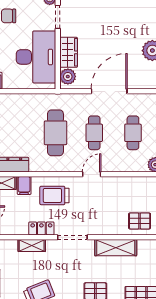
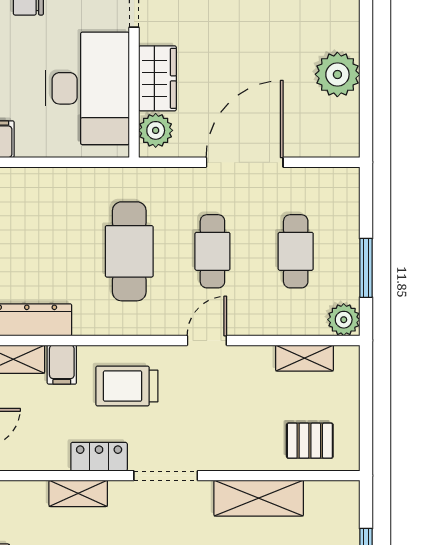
shelving: (137, 182) -> (305, 358), added

